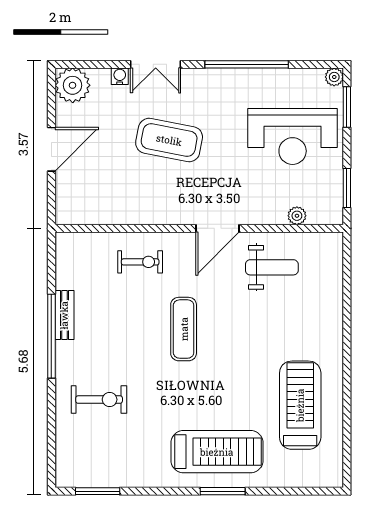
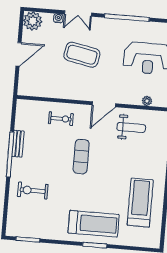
exercise bike: (99, 400) -> (33, 191), turned 180

